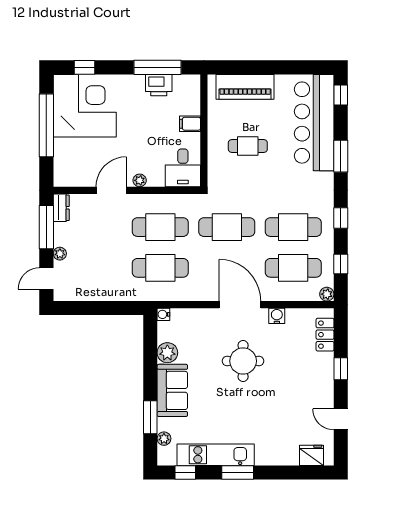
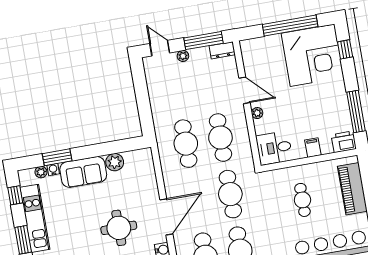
printer: (159, 85) -> (344, 142), moved, turned 90
water cooler: (163, 314) -> (53, 169), moved

